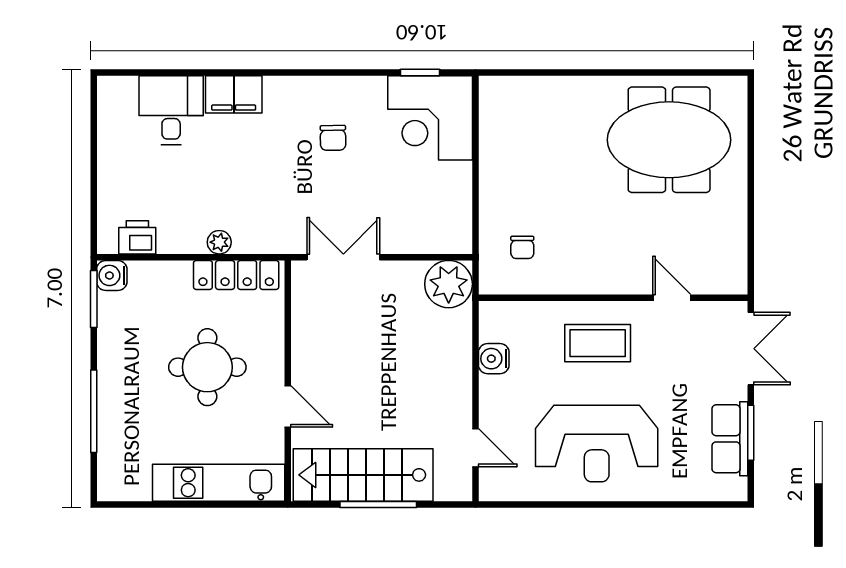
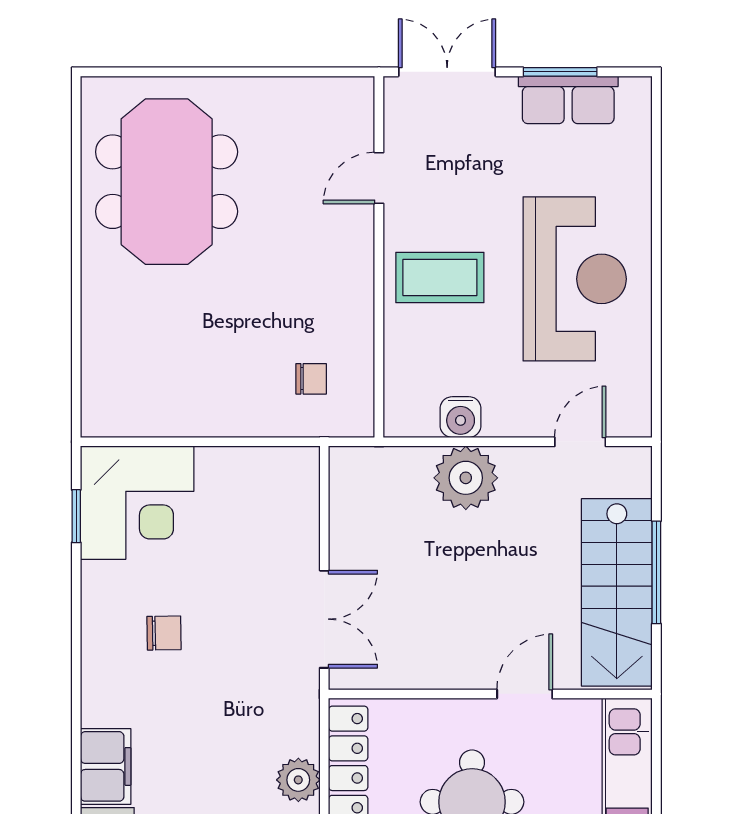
plant: (219, 242) -> (298, 780), width x1.38, depth x1.38
double door: (343, 257) -> (324, 619), swing flipped
plant: (449, 284) -> (466, 478), moved
coffee table: (598, 343) -> (440, 277), turned 90

